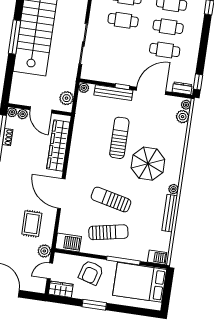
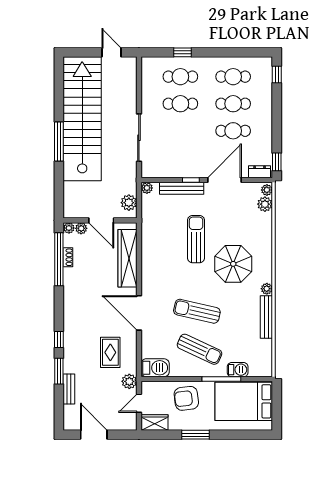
sun lounger: (108, 232) -> (200, 349), turned 36
barbecue: (157, 257) -> (238, 370), moved
armchair: (91, 273) -> (186, 398), turned 67

